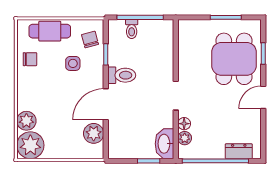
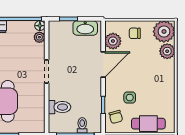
chair: (30, 59) -> (135, 33), moved
toilet: (122, 75) -> (59, 107), moved, turned 180
floor lamp: (184, 124) -> (40, 26), moved
washbasin: (164, 144) -> (85, 28), moved, turned 90

